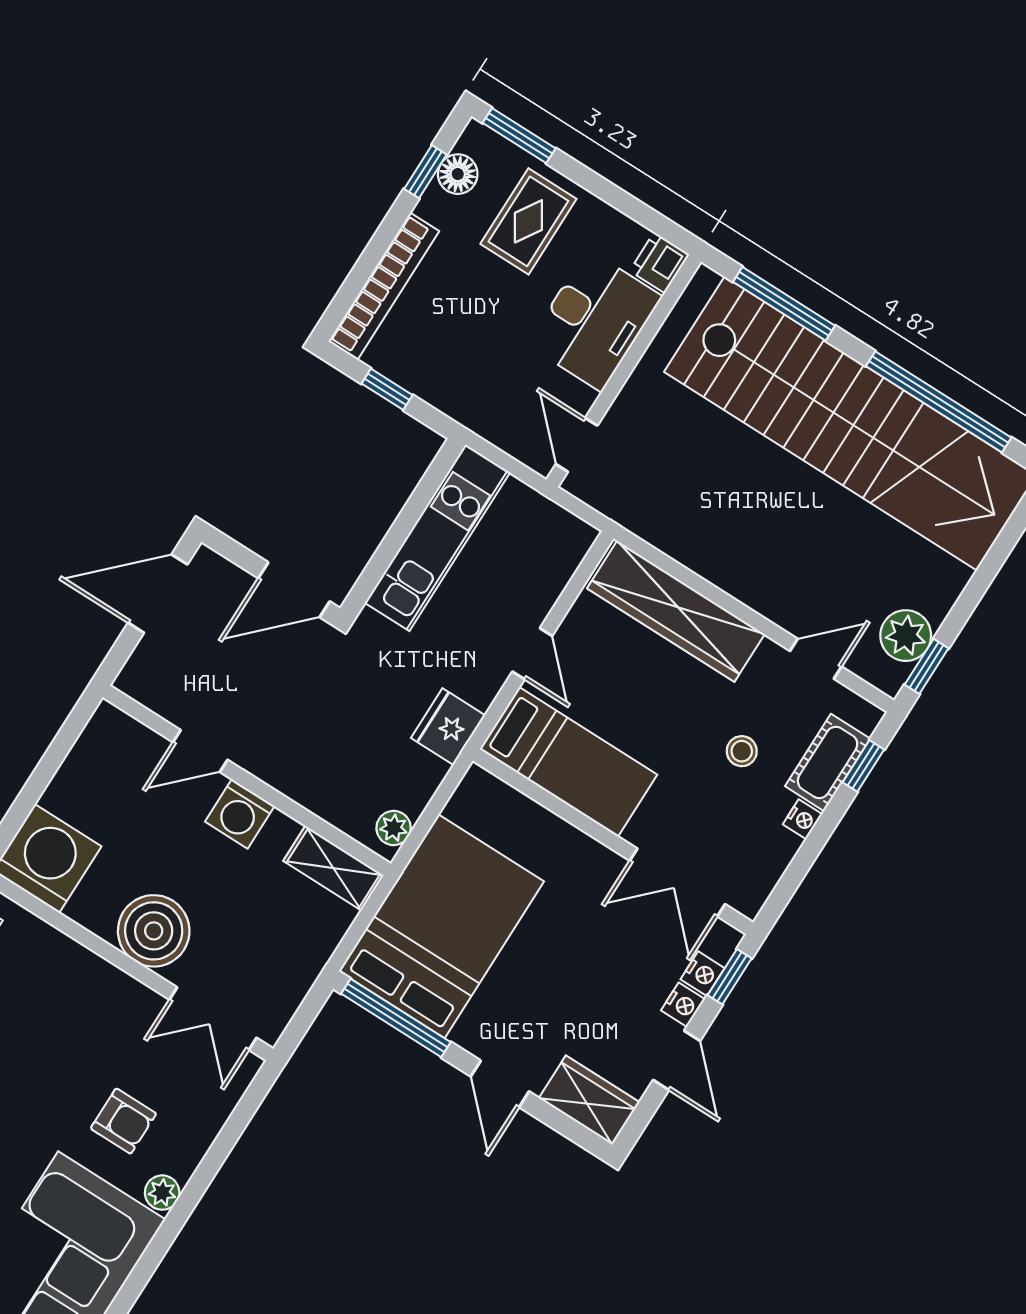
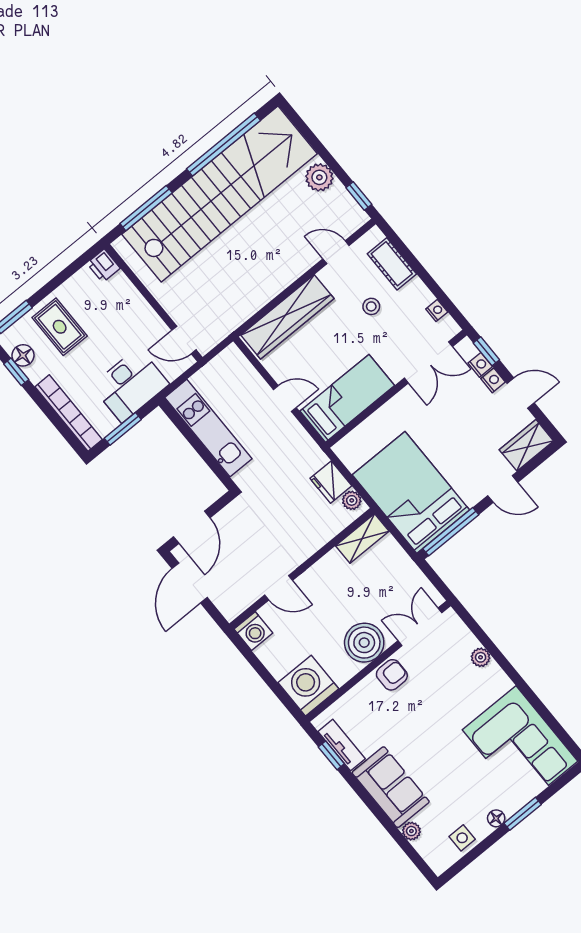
desk: (594, 321) -> (130, 385), moved, turned 90
window: (387, 389) -> (123, 429), width x1.50
door: (294, 590) -> (192, 527), moved
plant: (906, 636) -> (319, 177), moved
door: (816, 659) -> (336, 252), hinge flipped
fridge: (448, 727) -> (331, 482), moved
door: (200, 751) -> (279, 588), hinge flipped
window: (863, 766) -> (400, 246), removed
washing machine: (240, 814) -> (253, 631), moved
nightstand: (803, 819) -> (437, 310), moved
double door: (213, 1019) -> (420, 627), swing flipped
armchair: (123, 1121) -> (392, 675), moved
plant: (162, 1193) -> (481, 657), moved

